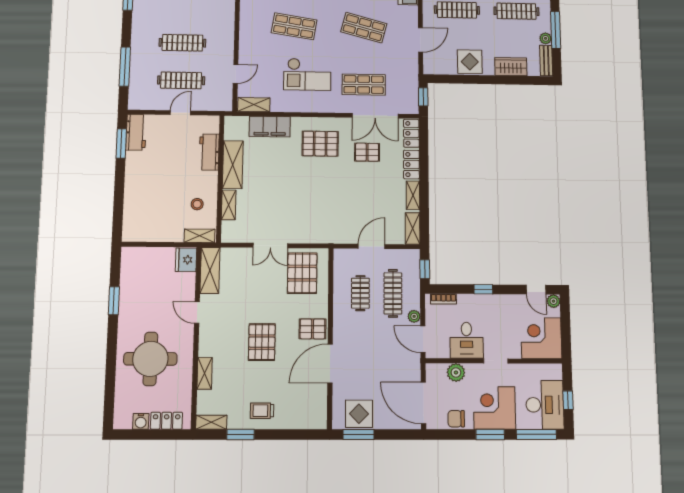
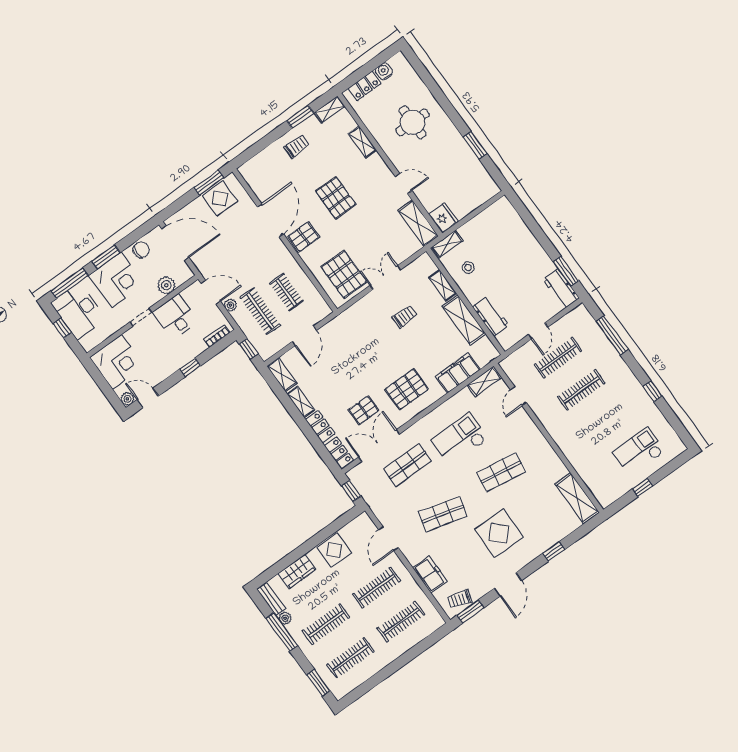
trolley: (278, 202) -> (405, 316), added
round table: (150, 359) -> (413, 122), width x0.73, depth x0.73

